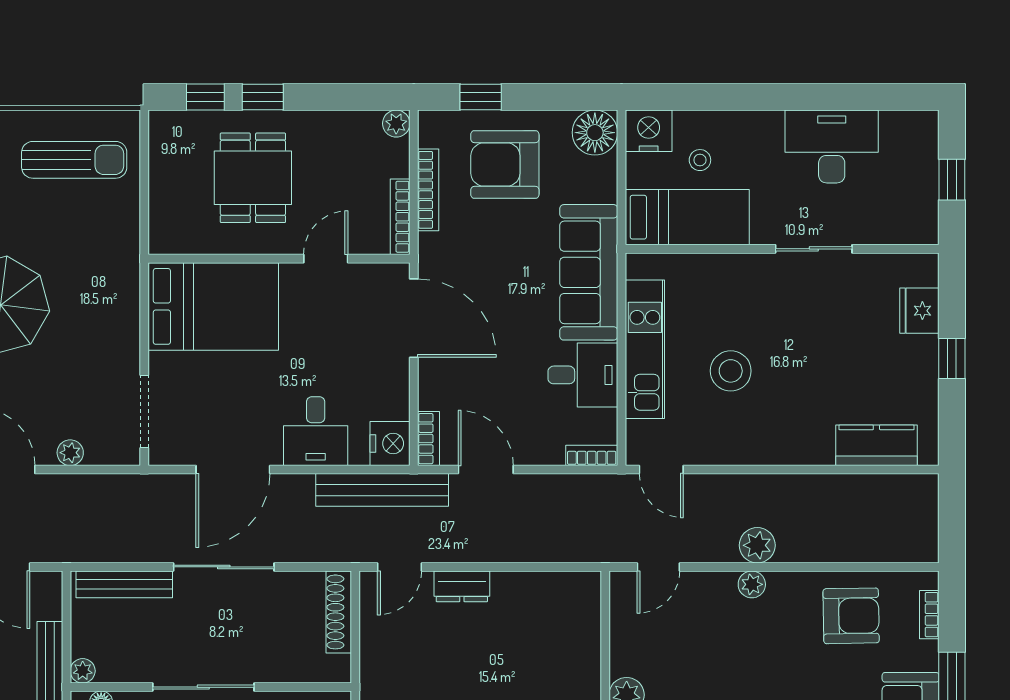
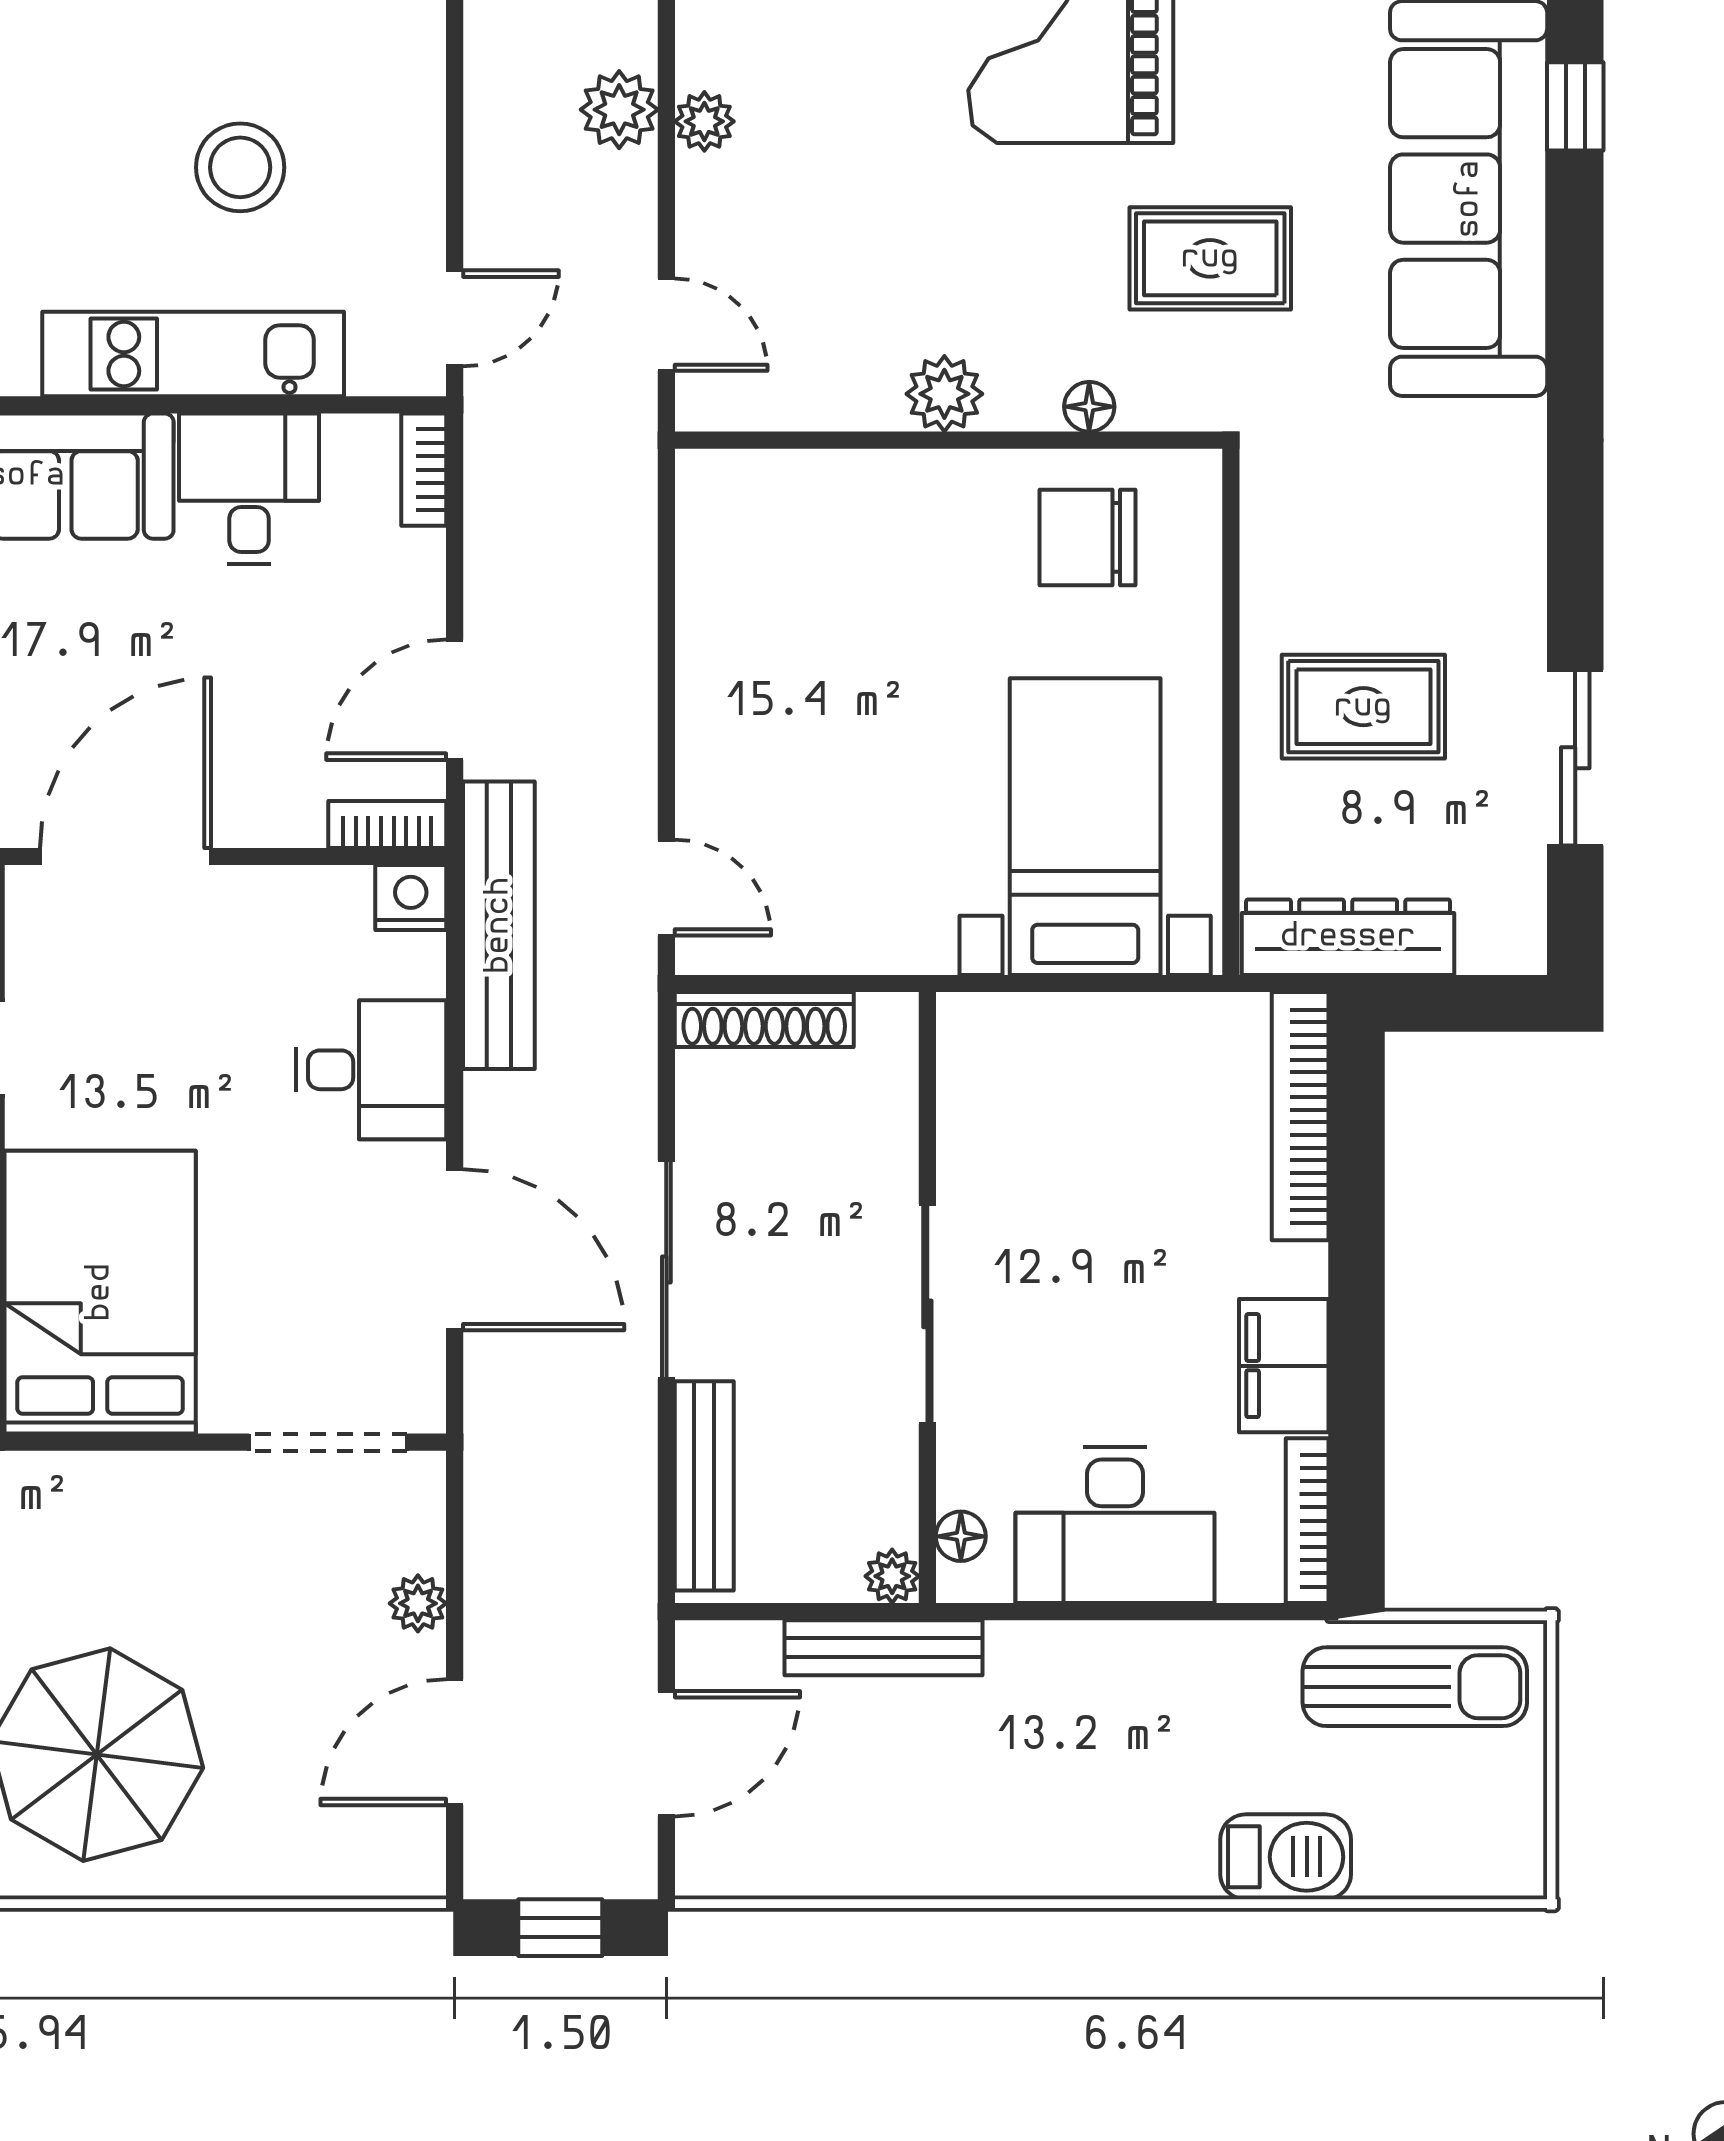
nightstand: (390, 444) -> (411, 898), width x0.74, depth x0.75
dresser: (462, 586) -> (709, 752), removed

